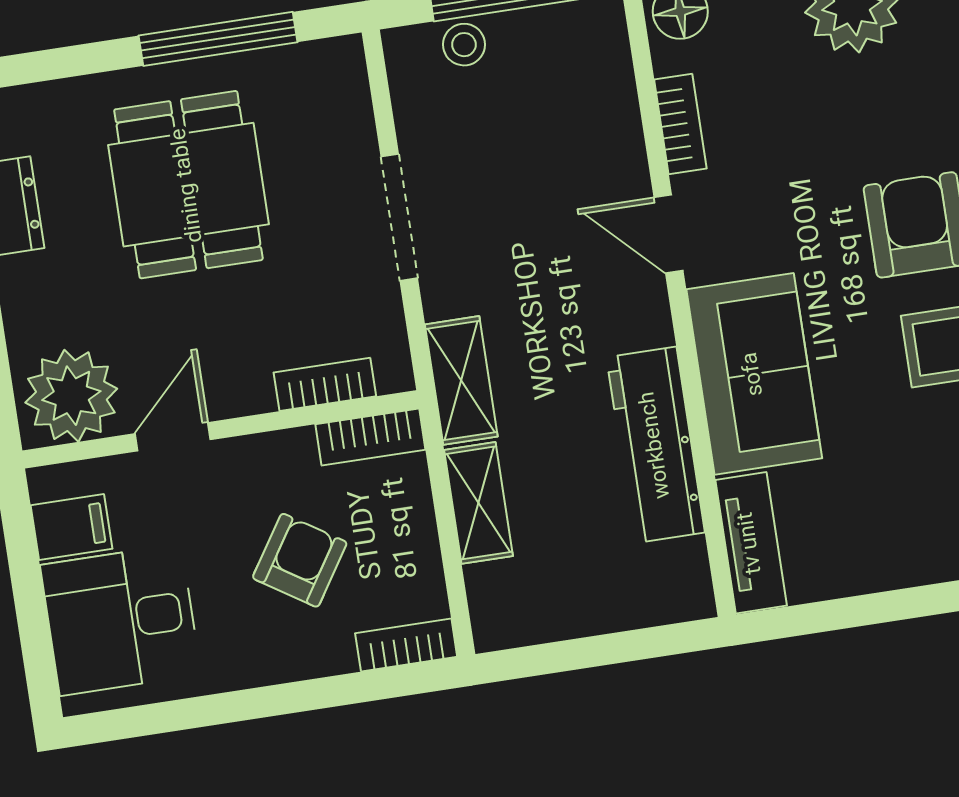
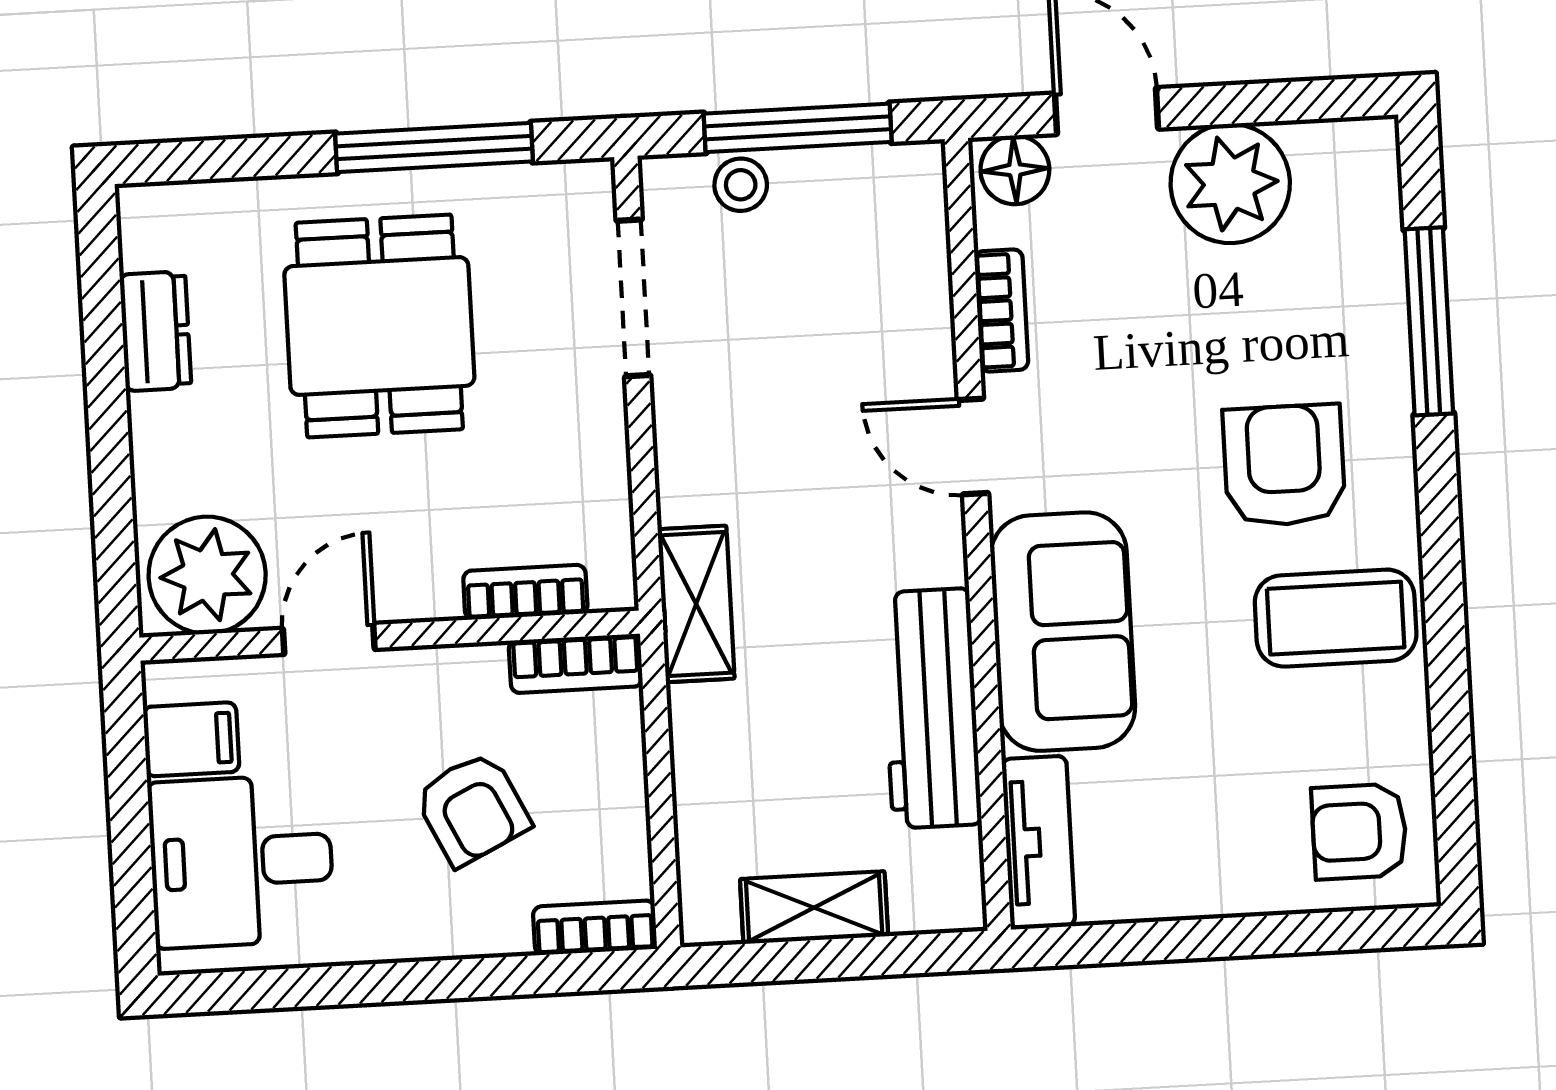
doorway: (399, 217) -> (633, 298), moved
shelving: (478, 503) -> (814, 908), moved, turned 90
armchair: (300, 560) -> (472, 809), turned 121

